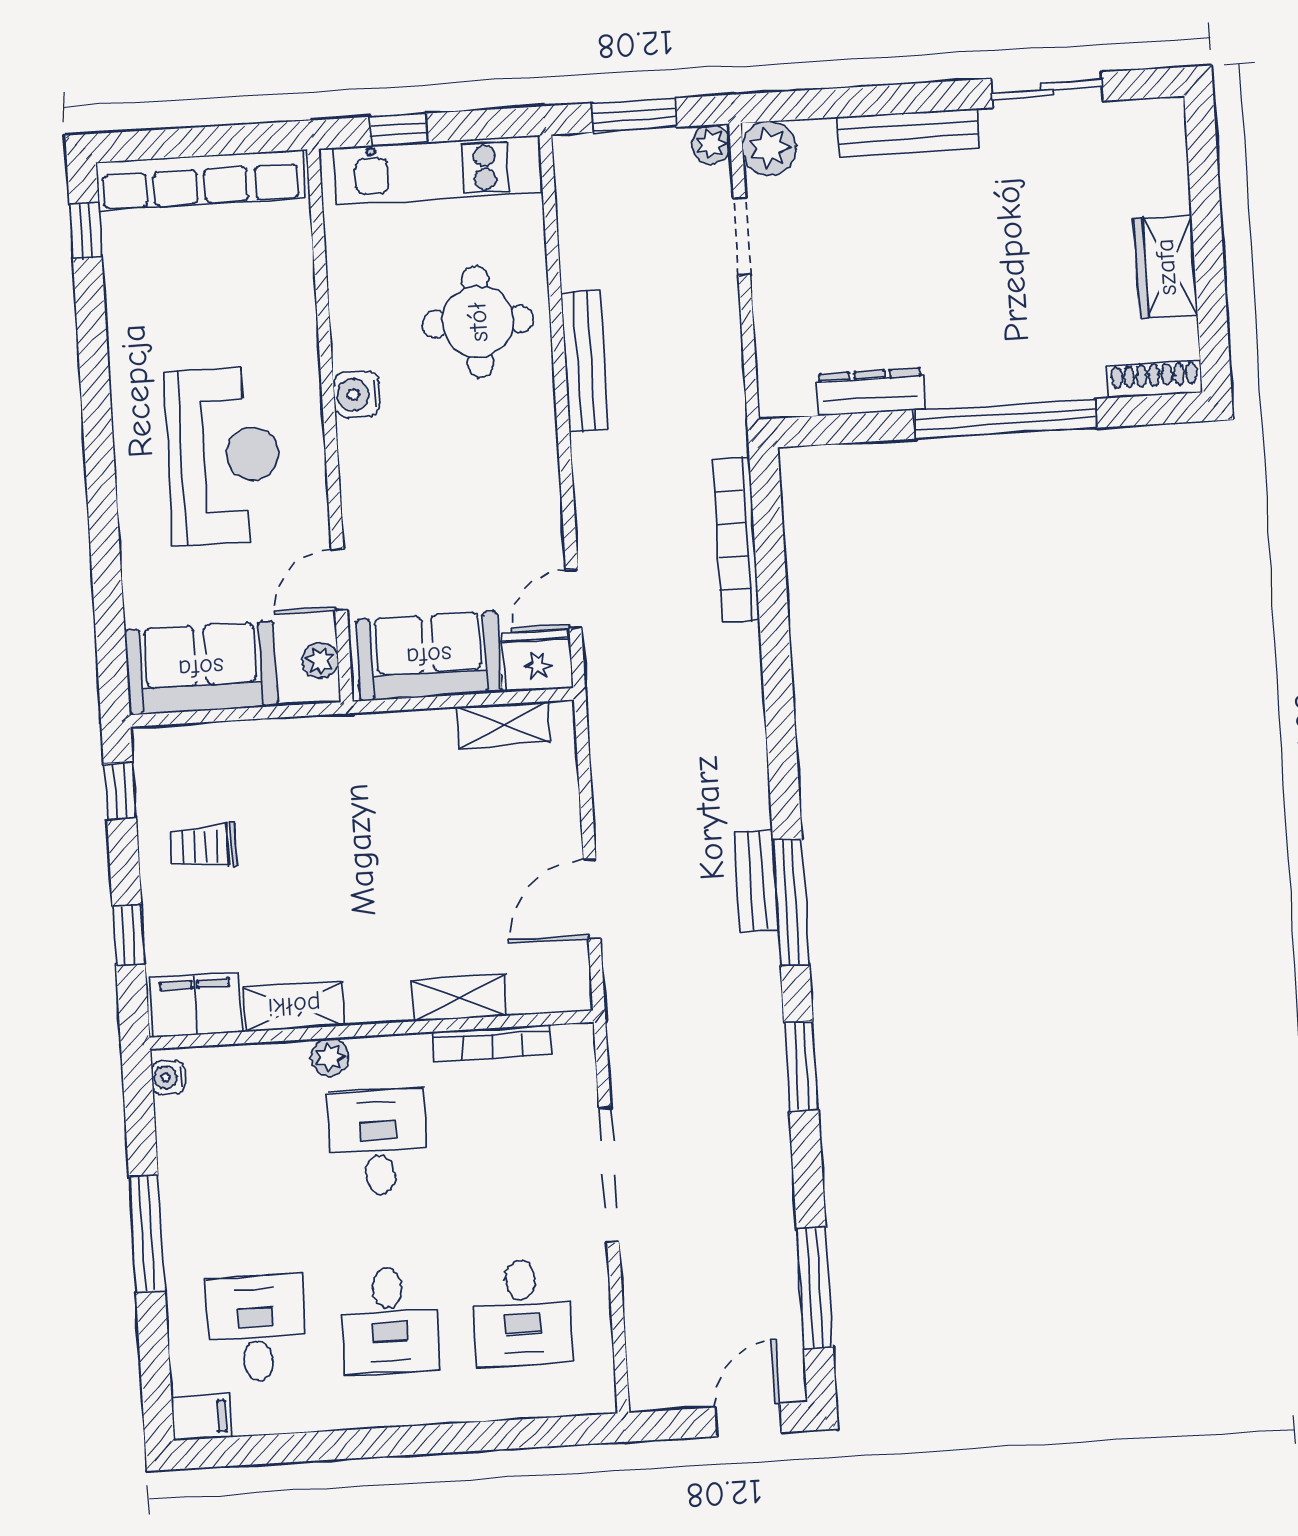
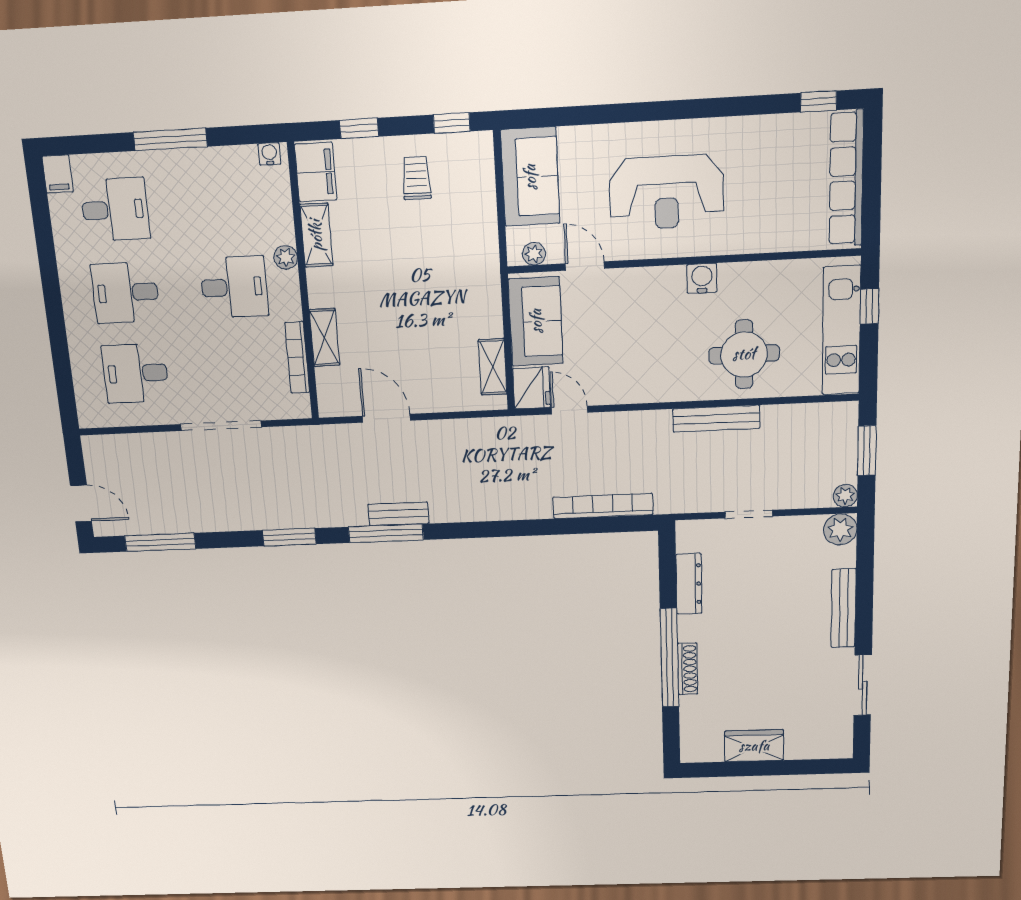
doorway: (742, 236) -> (749, 514), moved
shoe rack: (1154, 379) -> (688, 669), moved

